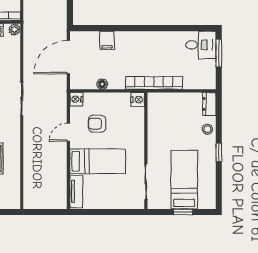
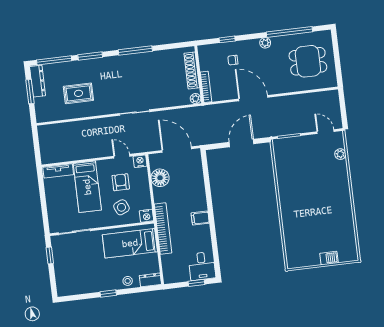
filing cabinet: (107, 40) -> (200, 218), moved
window: (219, 53) -> (196, 283), width x0.67
floor lamp: (102, 84) -> (160, 178), width x1.89, depth x1.89
side table: (125, 126) -> (121, 207), added
door: (68, 132) -> (122, 156), moved
bed: (184, 180) -> (130, 243), moved, turned 180
window: (183, 212) -> (50, 255), moved

